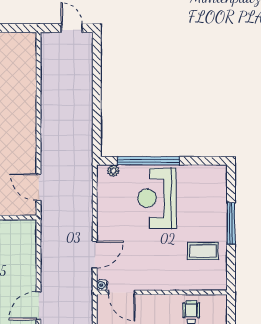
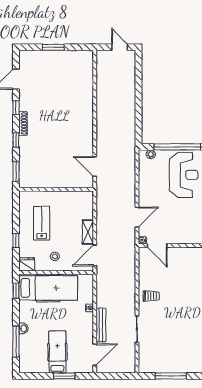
reception desk: (157, 198) -> (184, 175), turned 180
shelving: (29, 274) -> (88, 232), added

